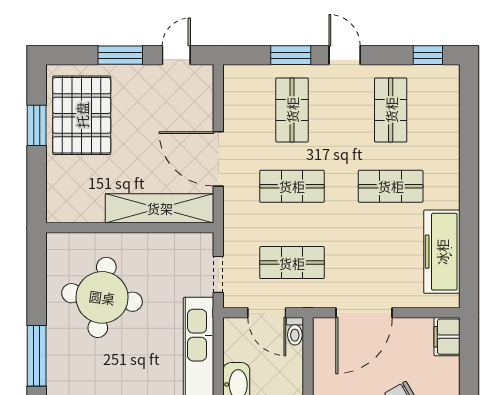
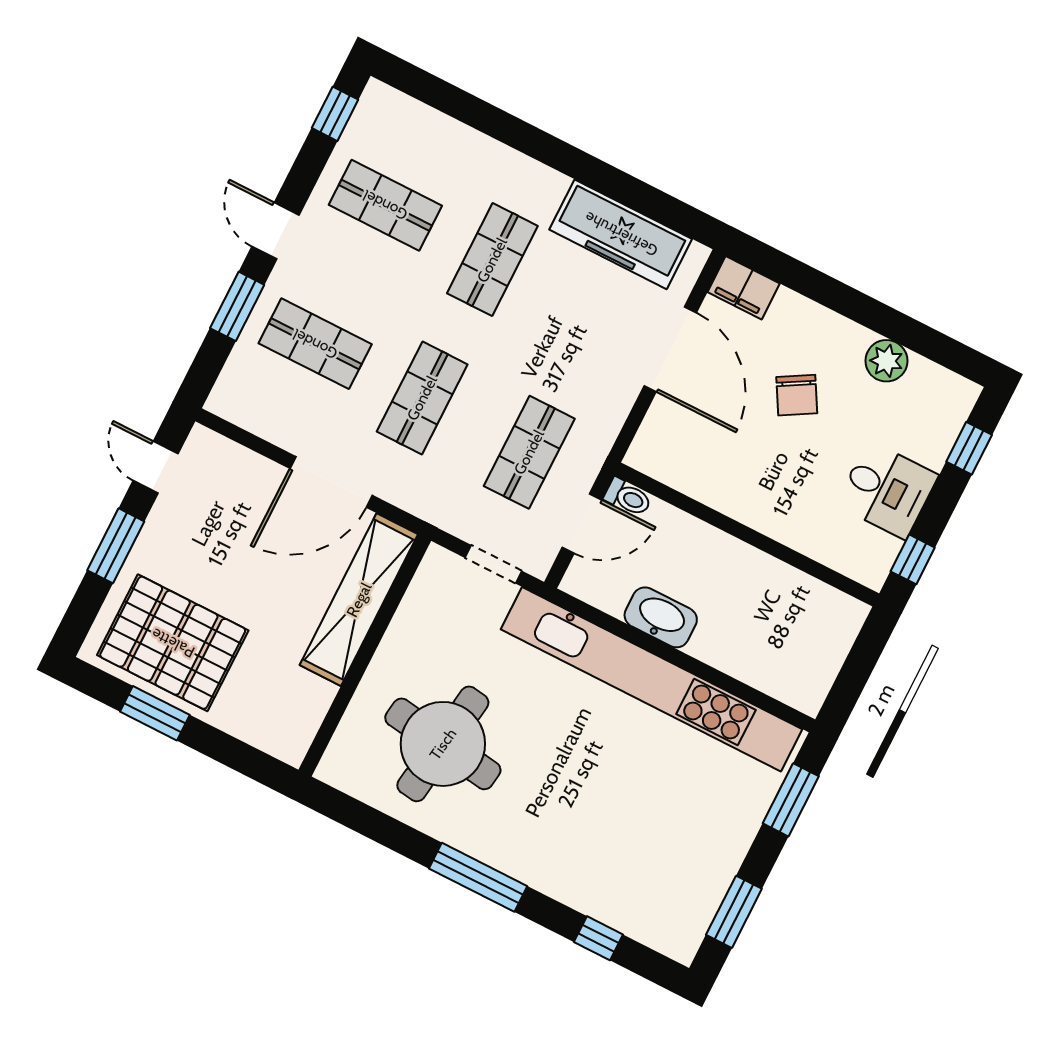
door: (345, 55) -> (276, 231), hinge flipped
door: (364, 313) -> (670, 349), moved

